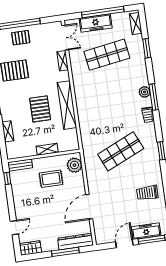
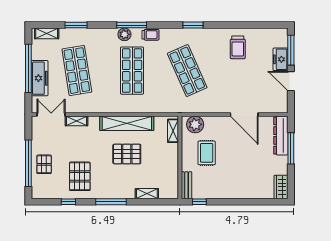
shop shelf: (114, 103) -> (132, 71), added
shelving: (47, 149) -> (173, 131), moved
door: (14, 228) -> (255, 202), removed
freezer: (146, 231) -> (280, 59), width x0.71

